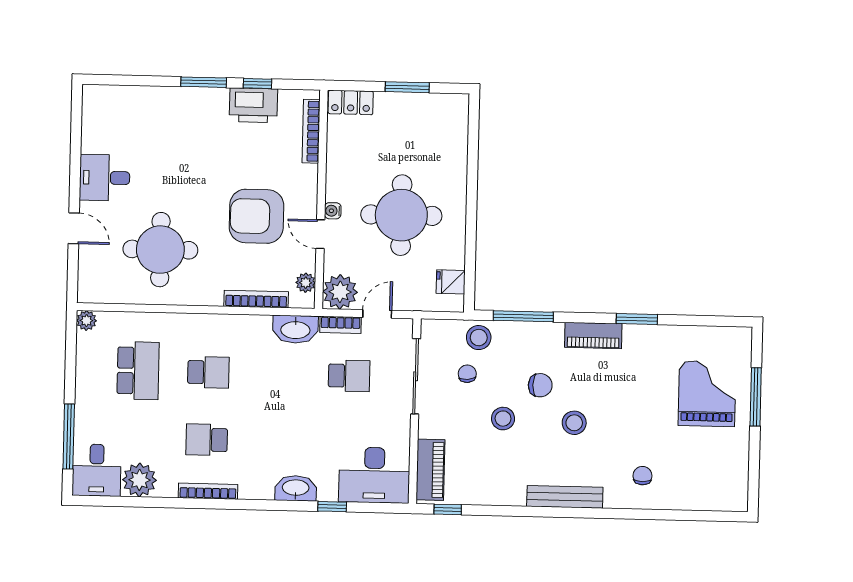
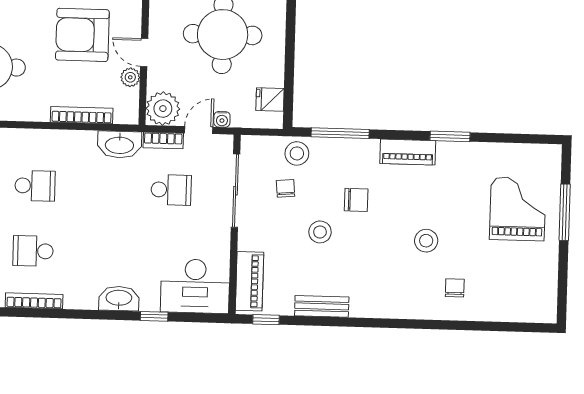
water cooler: (333, 211) -> (222, 119), moved, turned -90
plant: (306, 283) -> (130, 77), moved
stool: (574, 423) -> (426, 241), moved
bench: (565, 497) -> (322, 306), moved, width x0.73

